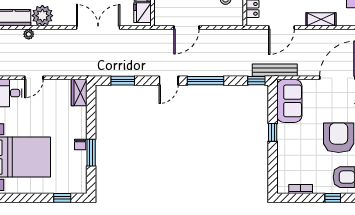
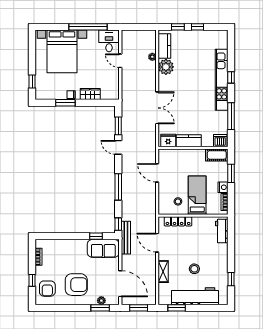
door: (169, 81) -> (118, 147), moved
wardrobe: (79, 93) -> (90, 94), moved
window: (273, 132) -> (96, 236), moved

